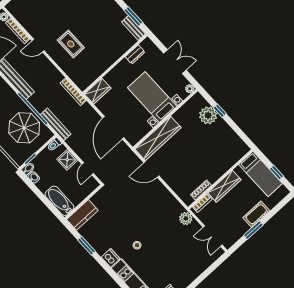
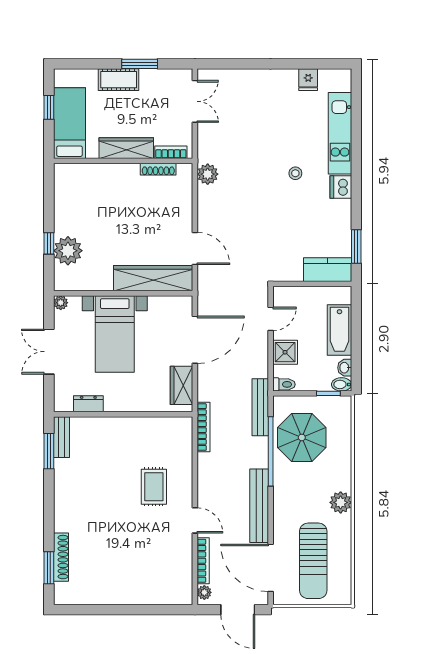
wardrobe: (98, 91) -> (182, 385), moved, turned -90
bathtub: (59, 201) -> (339, 330), moved
plant: (186, 218) -> (208, 174), moved
window: (87, 246) -> (356, 247), moved

